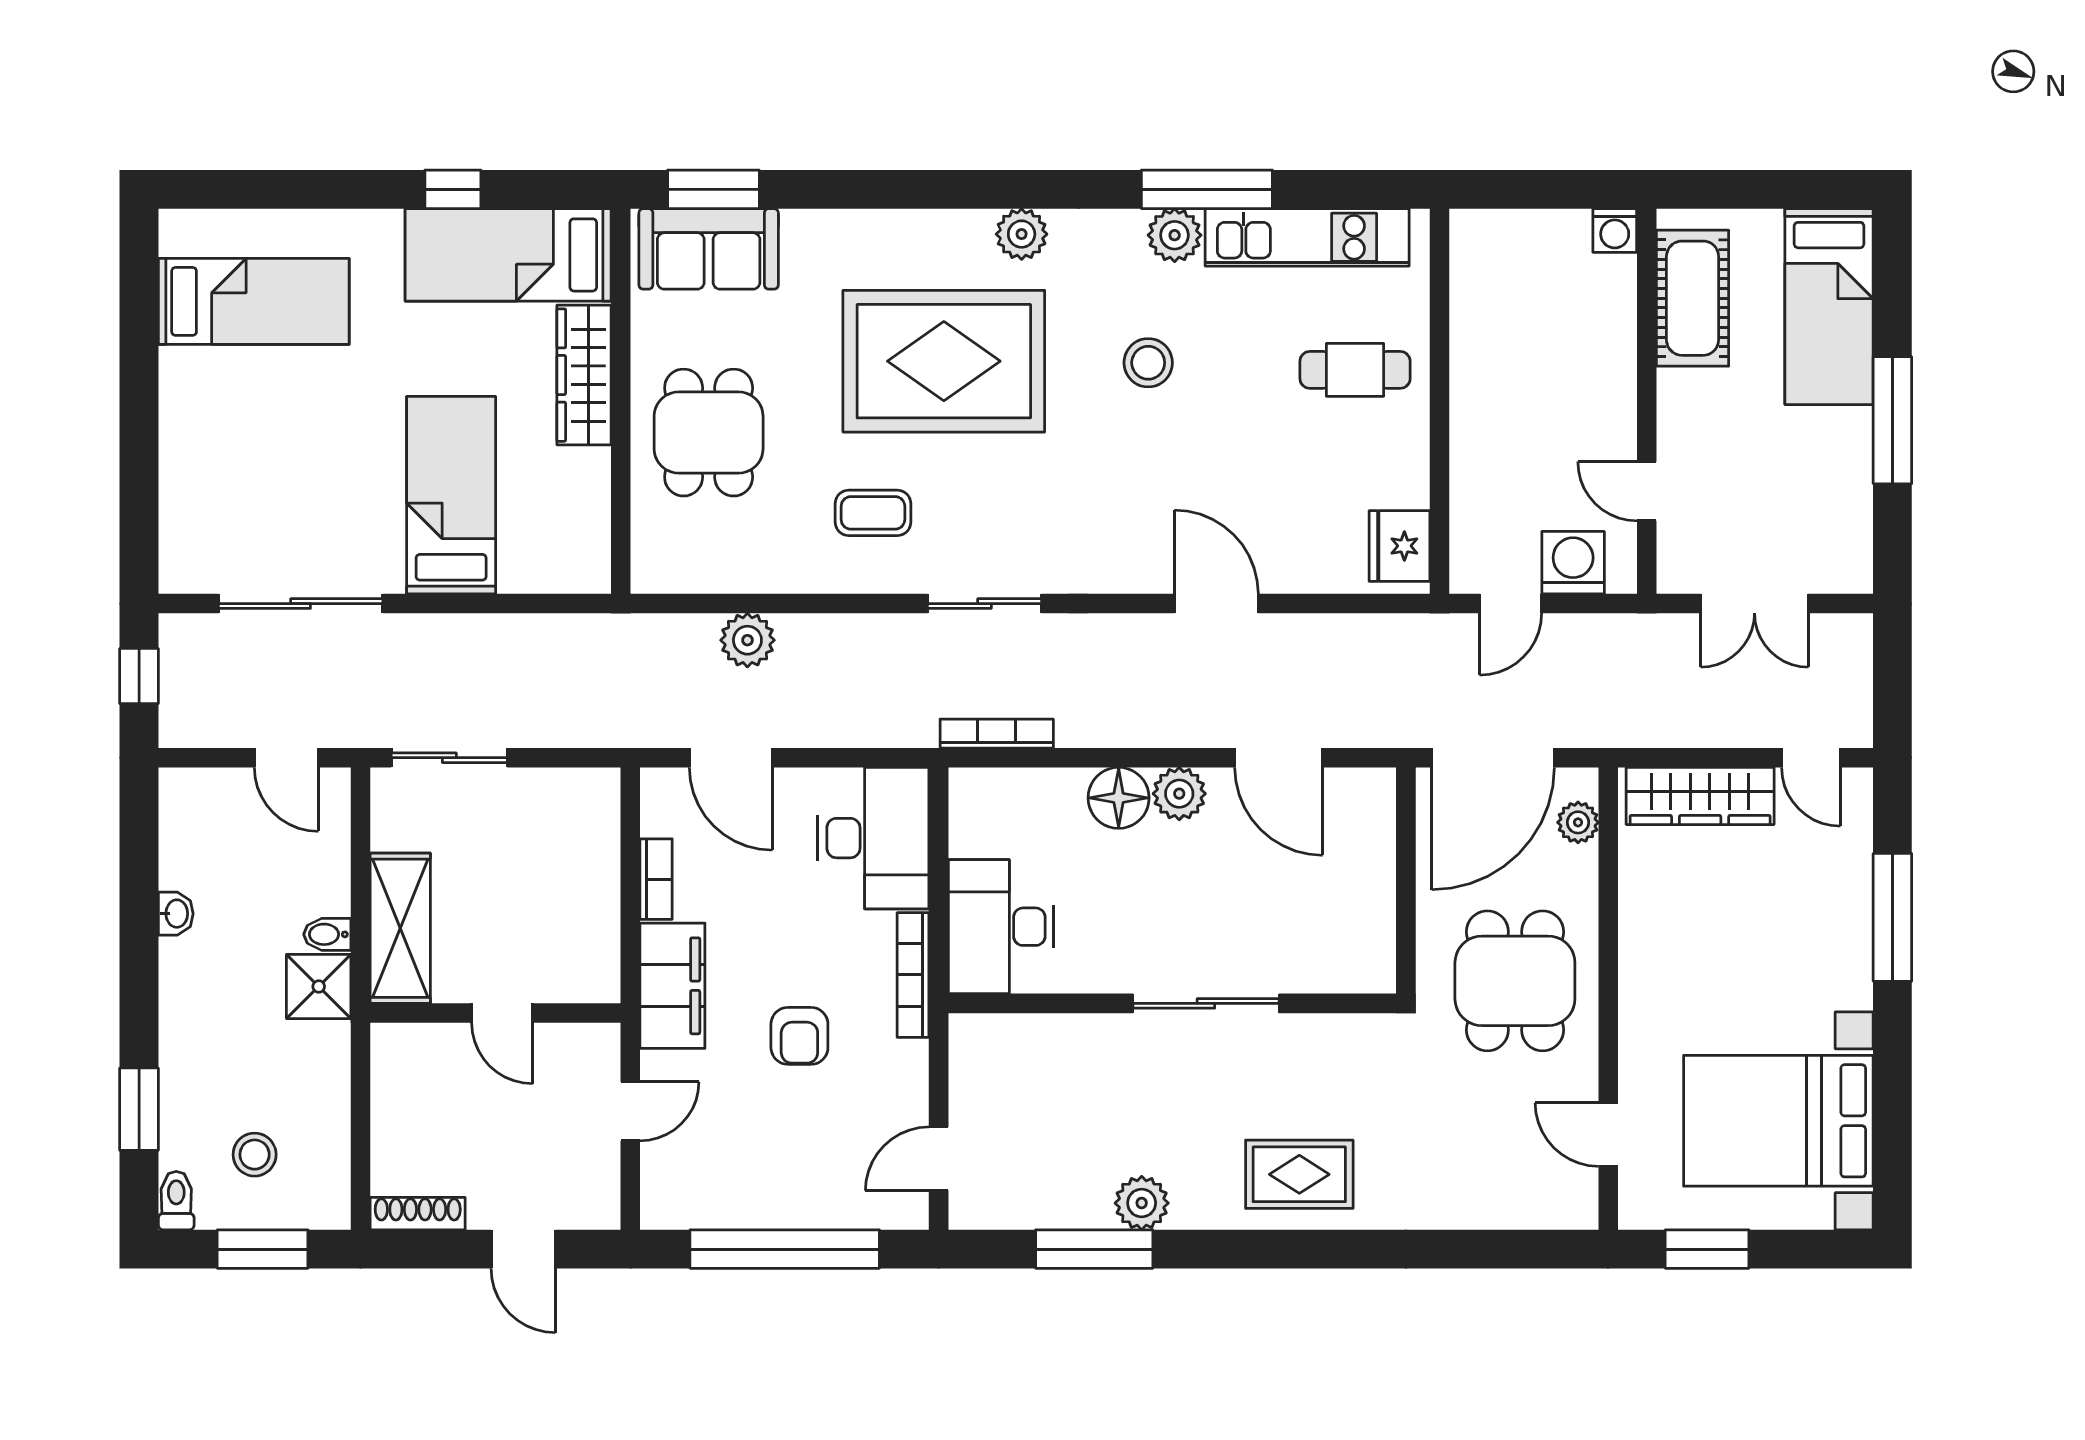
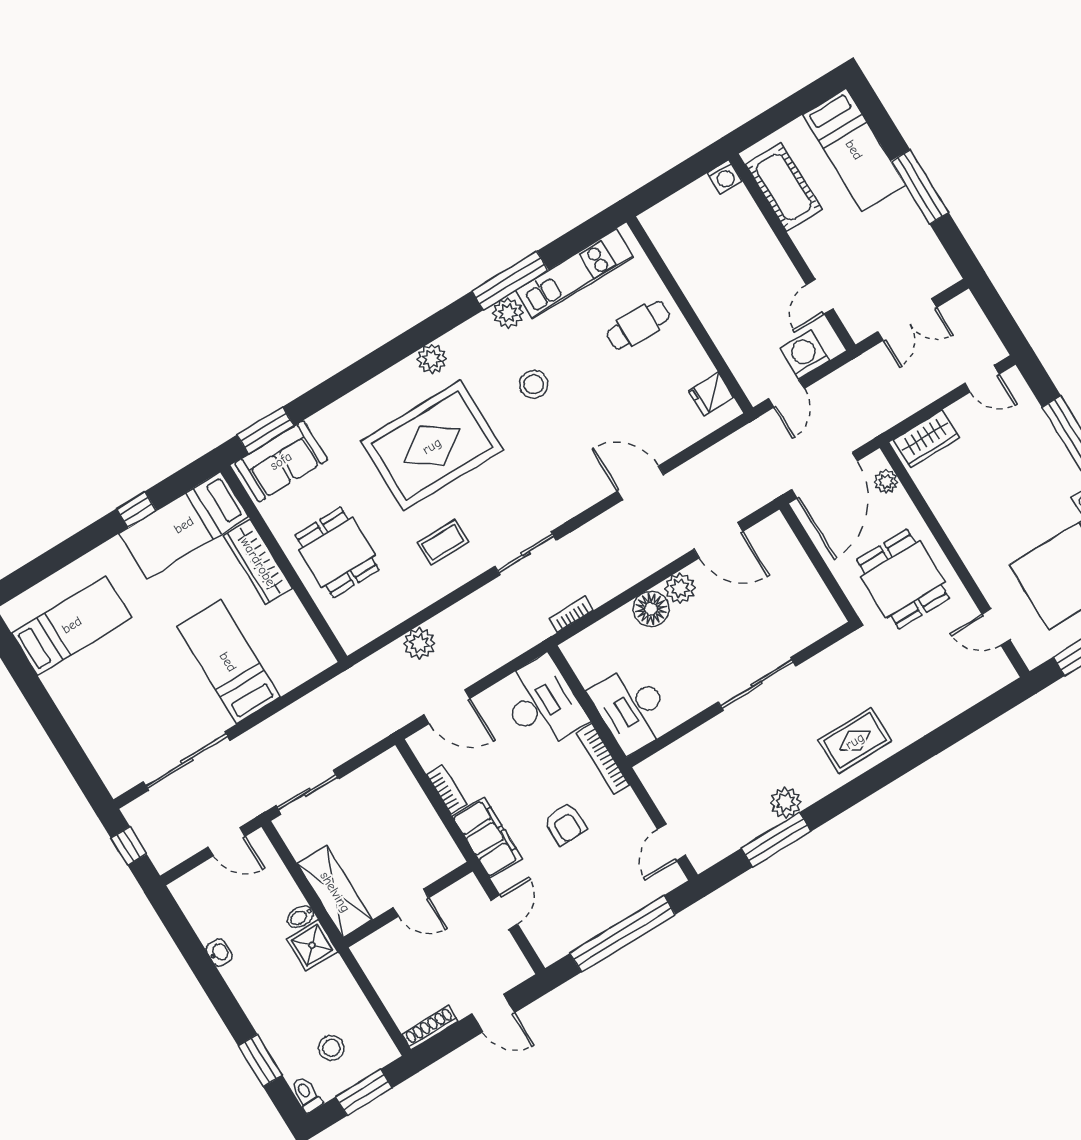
door: (1647, 491) -> (820, 297), hinge flipped
fridge: (1400, 546) -> (711, 394), width x0.72
bookcase: (997, 734) -> (571, 614), width x0.64
wardrobe: (1700, 796) -> (926, 439), width x0.67

